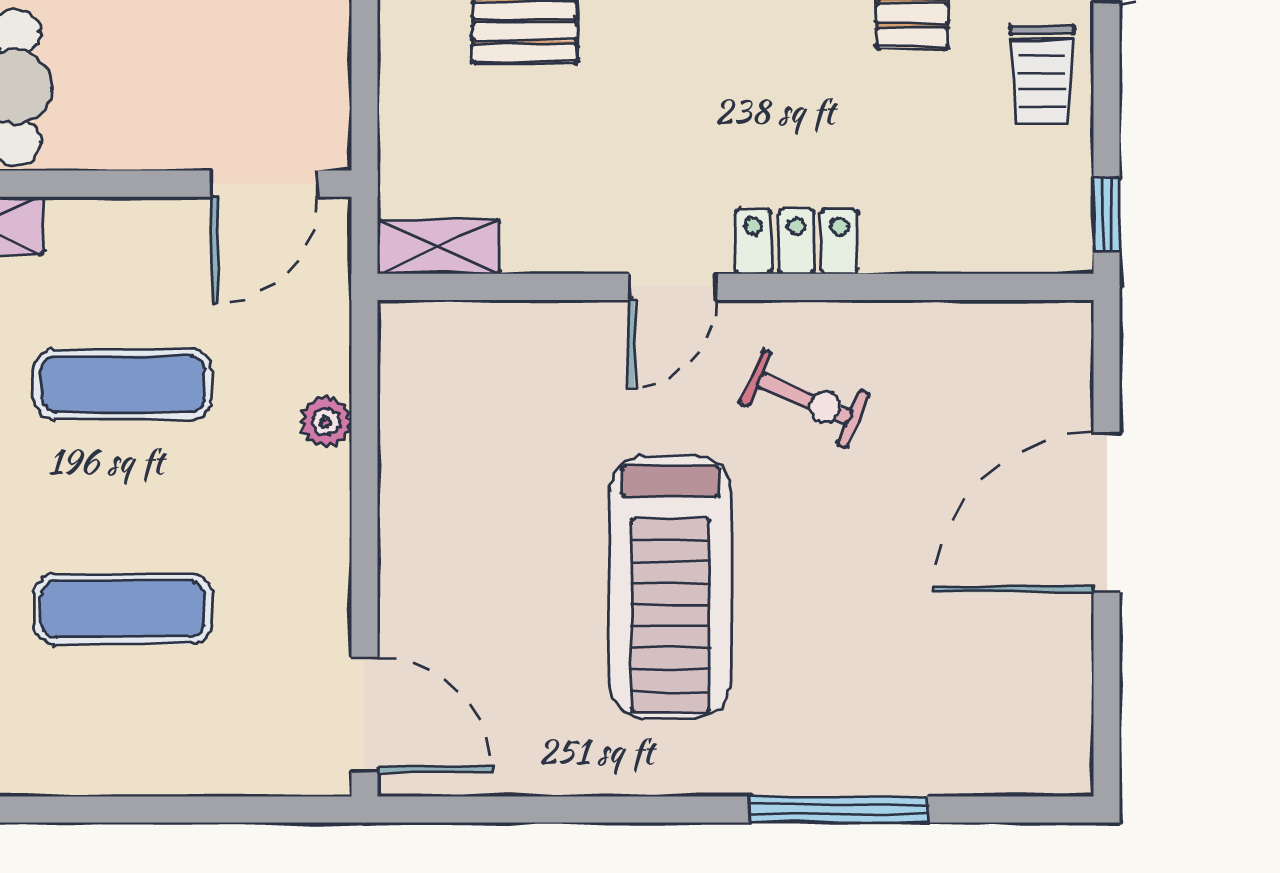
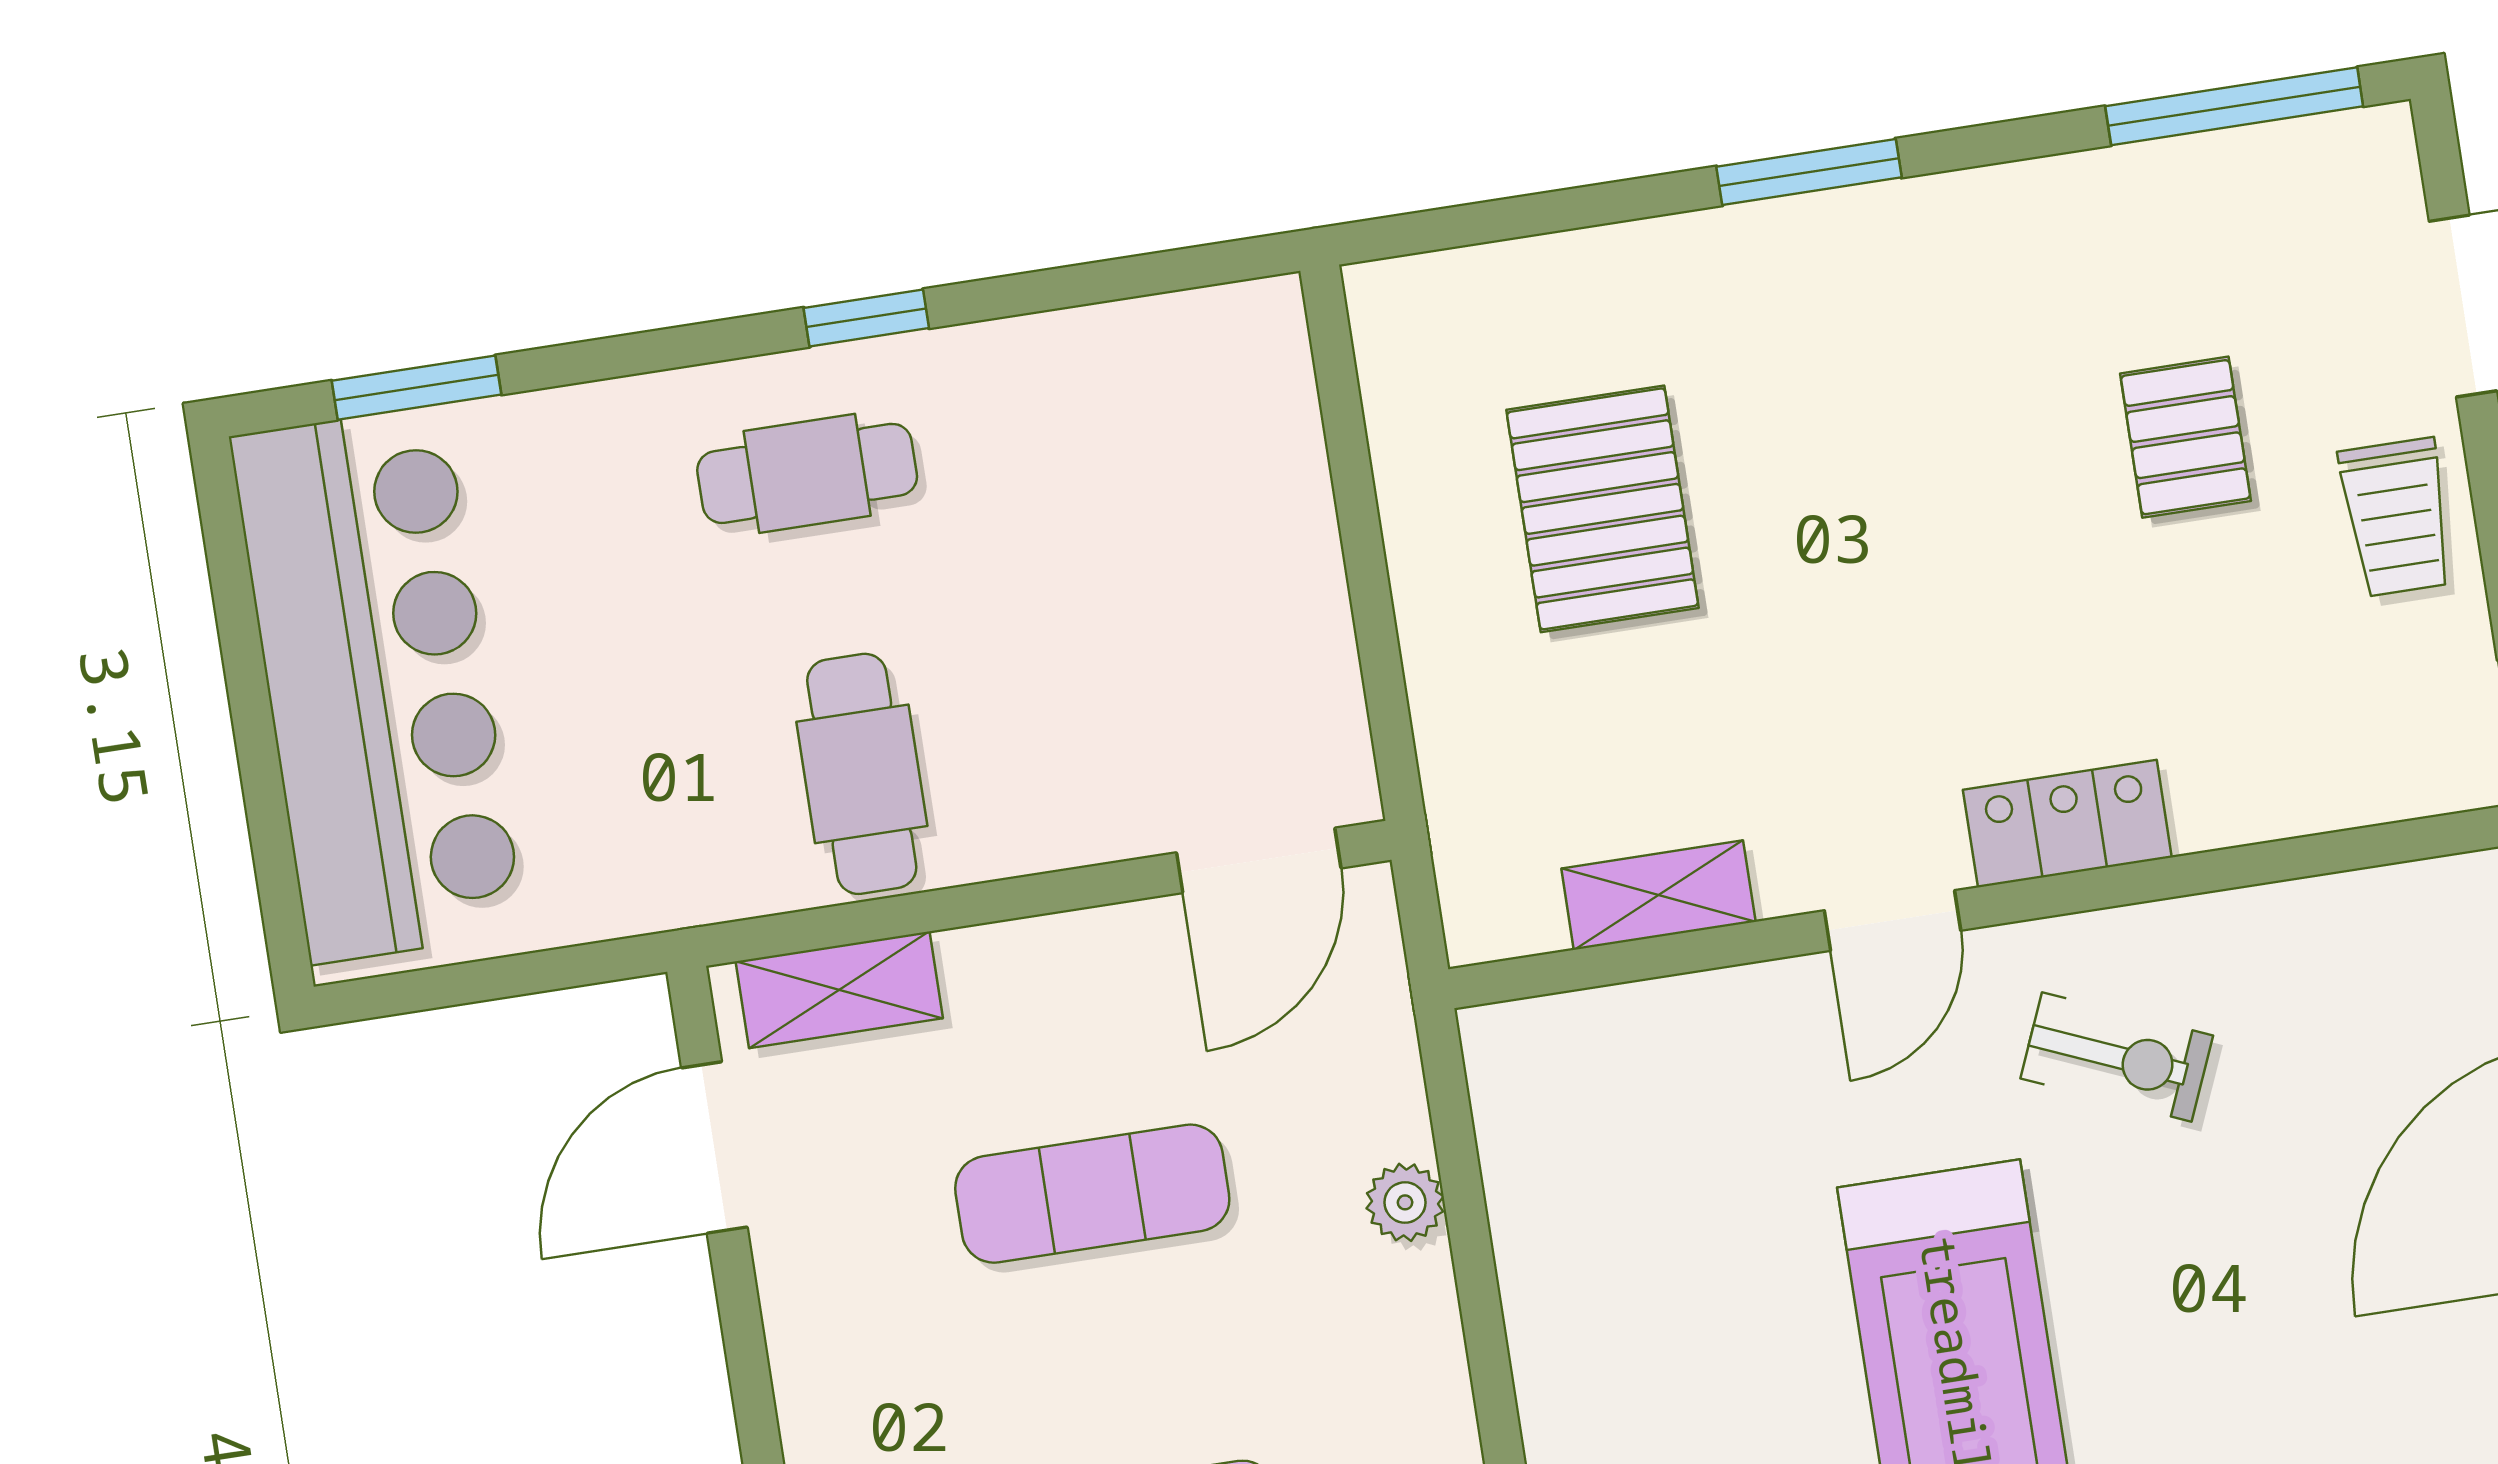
shelving: (438, 247) -> (1658, 895), moved

